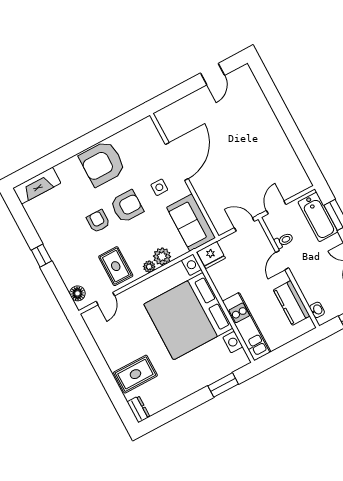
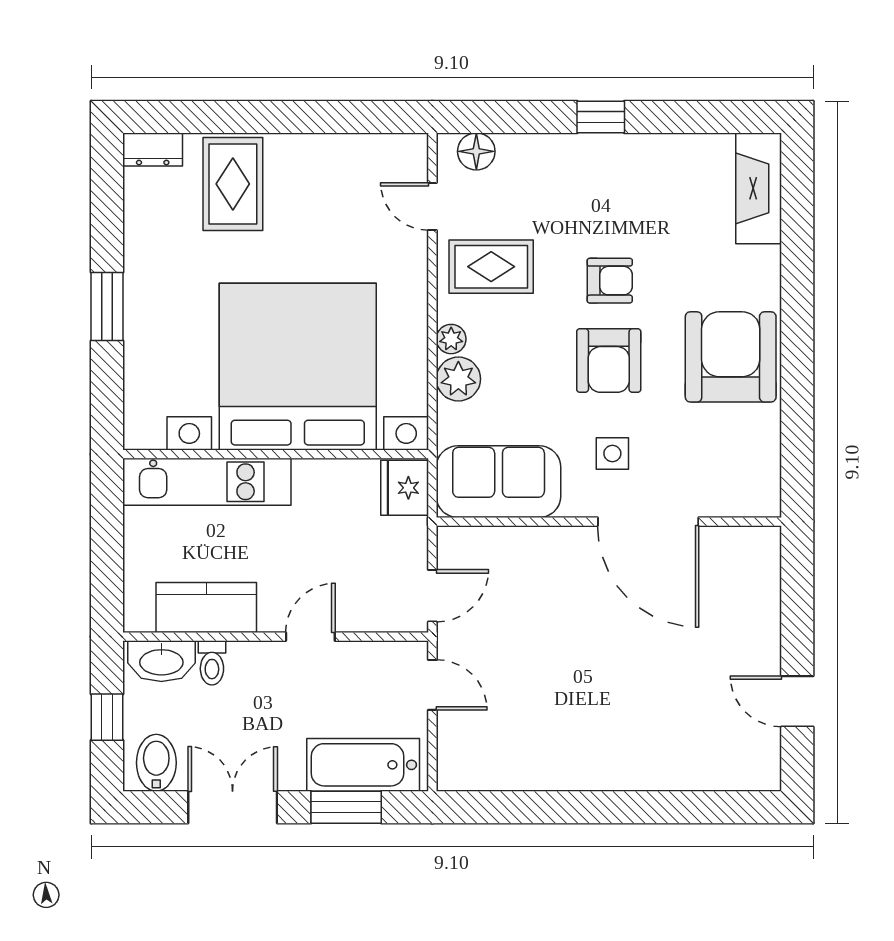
toilet: (284, 240) -> (212, 663), moved
door: (282, 260) -> (310, 637), hinge flipped
washbasin: (317, 310) -> (161, 661), width x1.91, depth x1.45
window: (223, 385) -> (107, 307), moved

